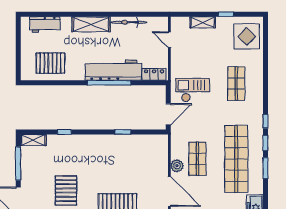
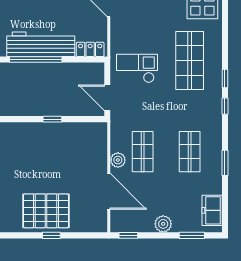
shop shelf: (236, 83) -> (190, 60), width x1.43, depth x1.36
door: (168, 114) -> (107, 98), swing flipped
window: (265, 143) -> (225, 79), moved
shop shelf: (236, 159) -> (190, 152), width x0.50, depth x0.74

